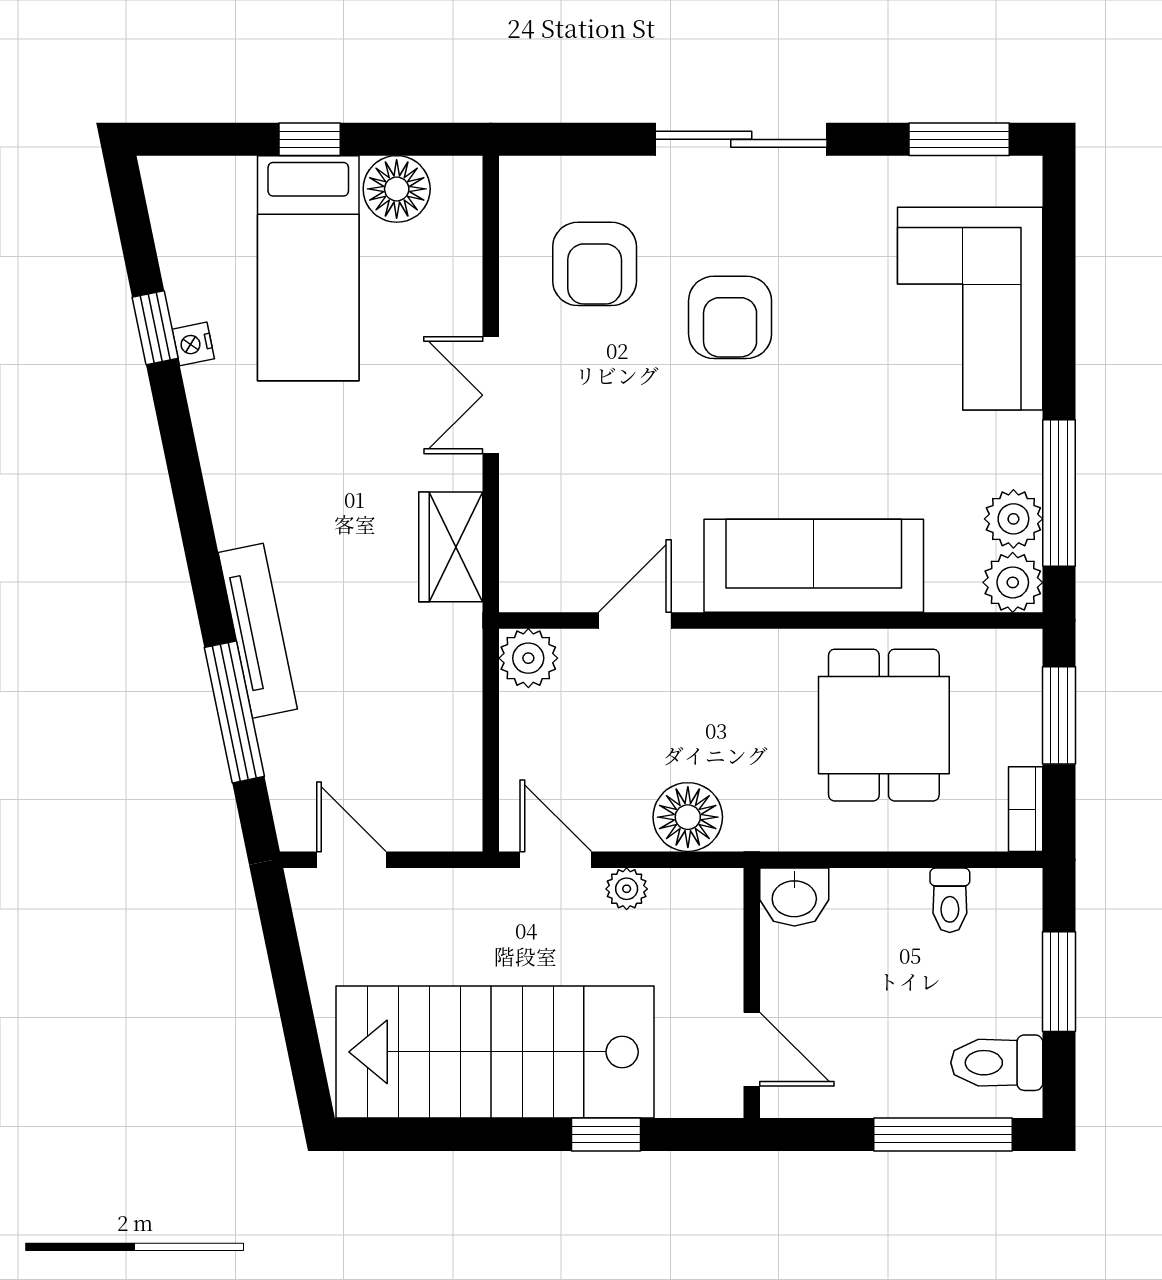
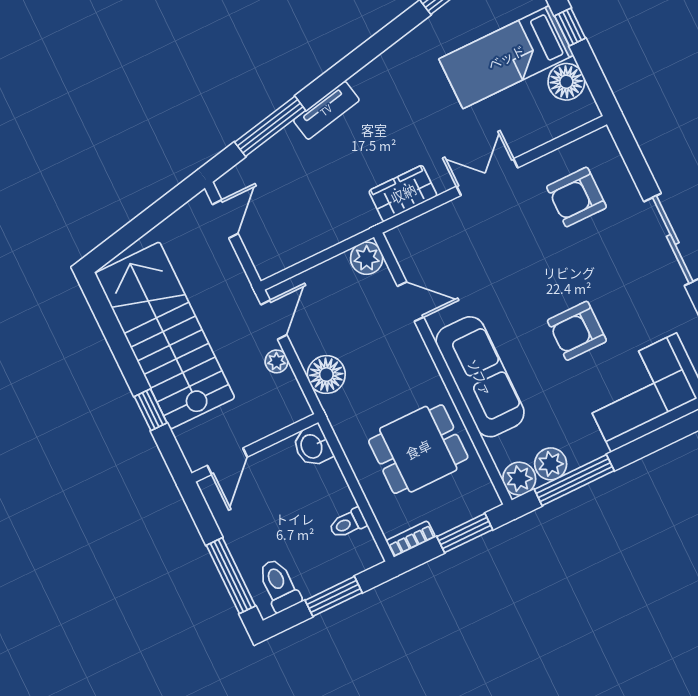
armchair: (730, 317) -> (577, 331), moved
nightstand: (193, 344) -> (442, 18), removed
tv unit: (258, 631) -> (326, 110), width x0.71

